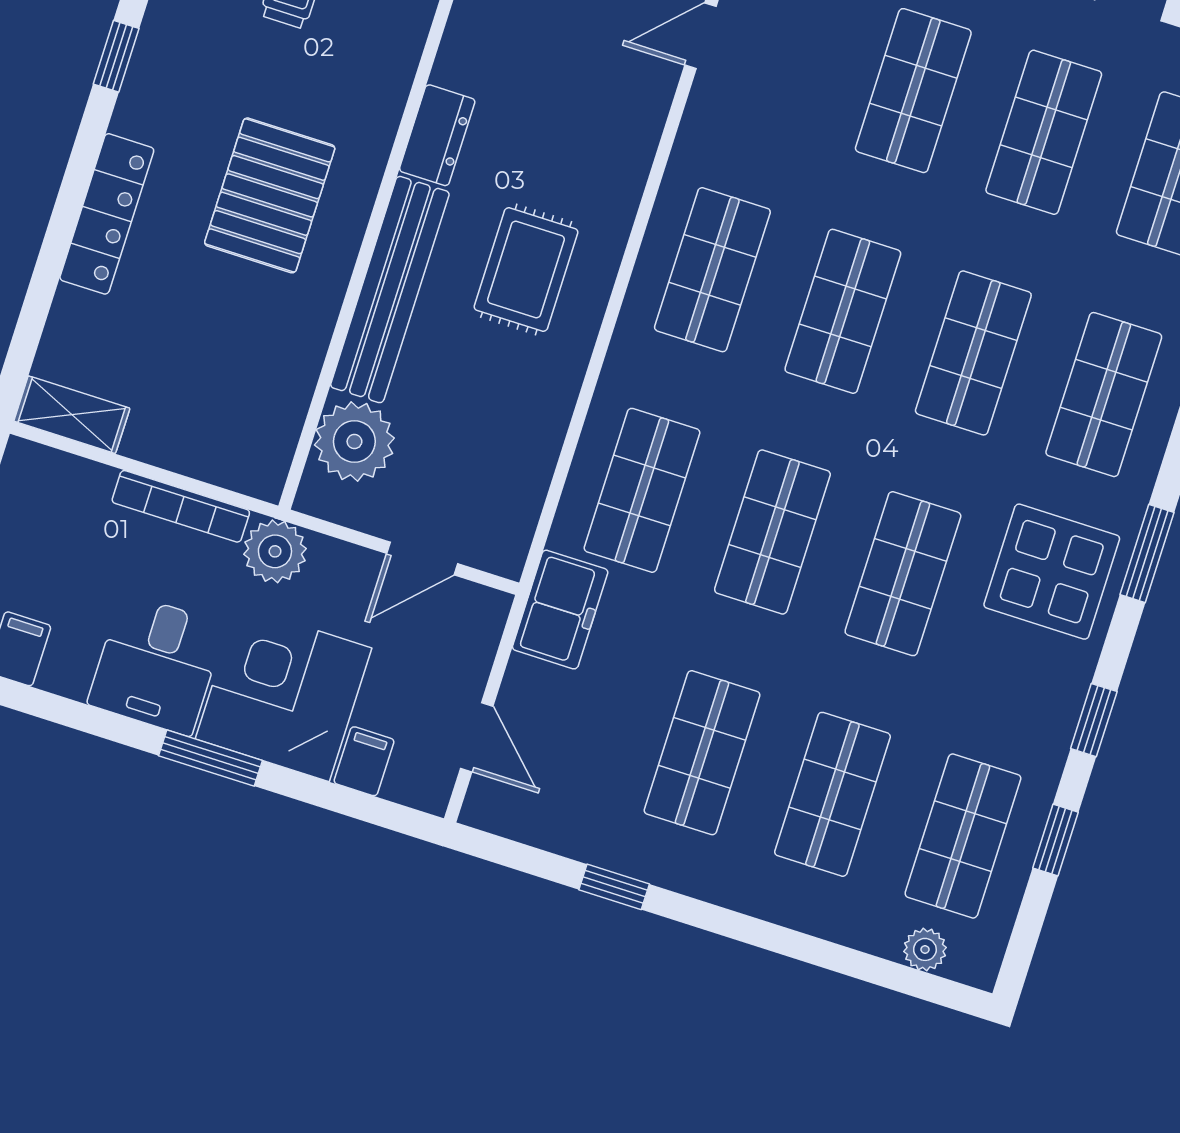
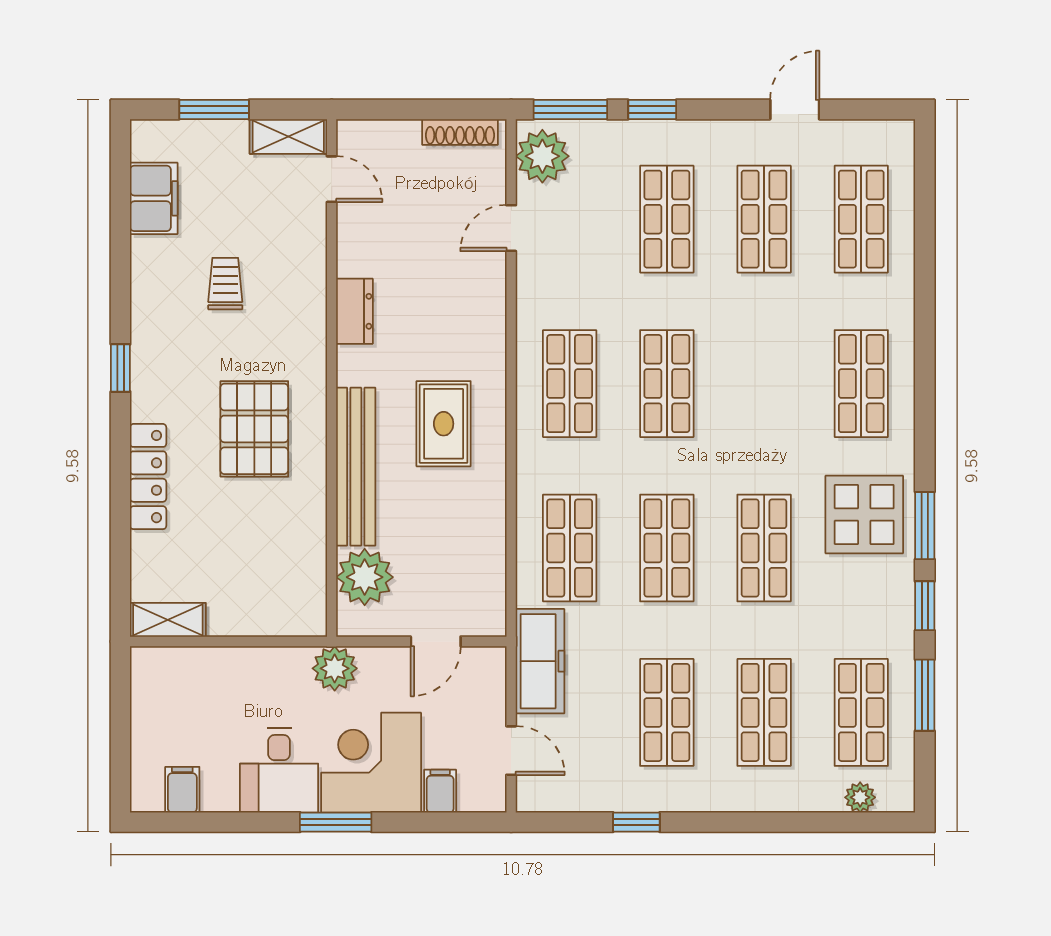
dresser: (437, 135) -> (355, 311), moved
shop shelf: (973, 353) -> (764, 384), removed
bookcase: (181, 506) -> (261, 658), removed
window: (1147, 553) -> (925, 526), moved
freezer: (560, 610) -> (540, 661), width x1.40
window: (1056, 840) -> (925, 695), width x1.50

